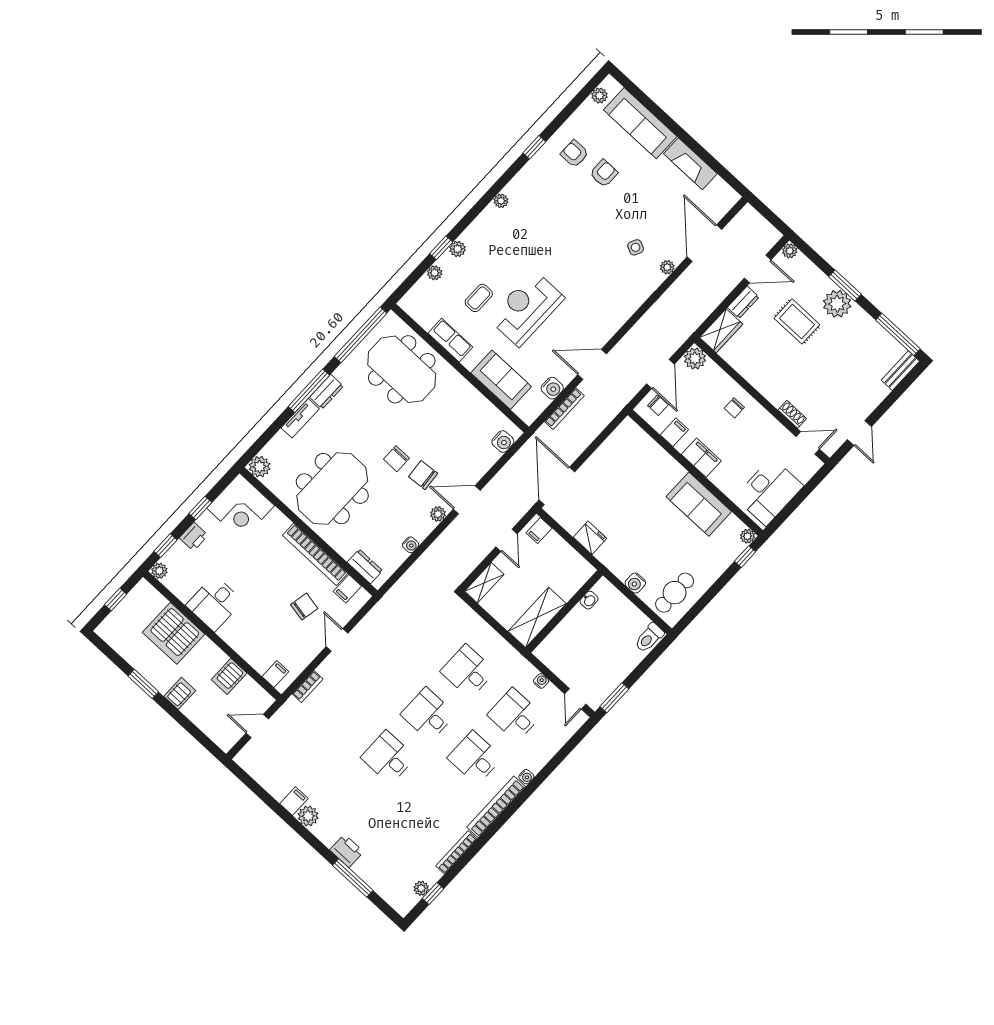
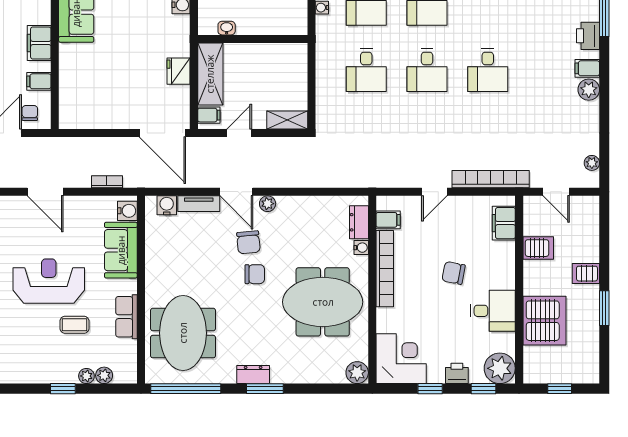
plant: (458, 249) -> (104, 375), moved
reception desk: (526, 308) -> (49, 281), turned 180
water cooler: (552, 388) -> (127, 211), moved, turned 90
window: (309, 391) -> (265, 389), width x0.69
bookcase: (564, 409) -> (107, 182), width x0.64
tv unit: (300, 418) -> (199, 204), moved, turned 180
door: (557, 486) -> (162, 133), hinge flipped
water cooler: (411, 545) -> (361, 248), moved, turned 90
plant: (159, 571) -> (500, 368), width x1.88, depth x1.88
chair: (304, 607) -> (454, 273), moved
shelving: (537, 617) -> (210, 74), moved, turned 90
filing cabinet: (275, 674) -> (504, 223), width x2.00
bookcase: (308, 687) -> (491, 179), width x2.31, depth x1.31
plant: (254, 770) -> (592, 163), added
filing cabinet: (294, 801) -> (587, 68), moved

